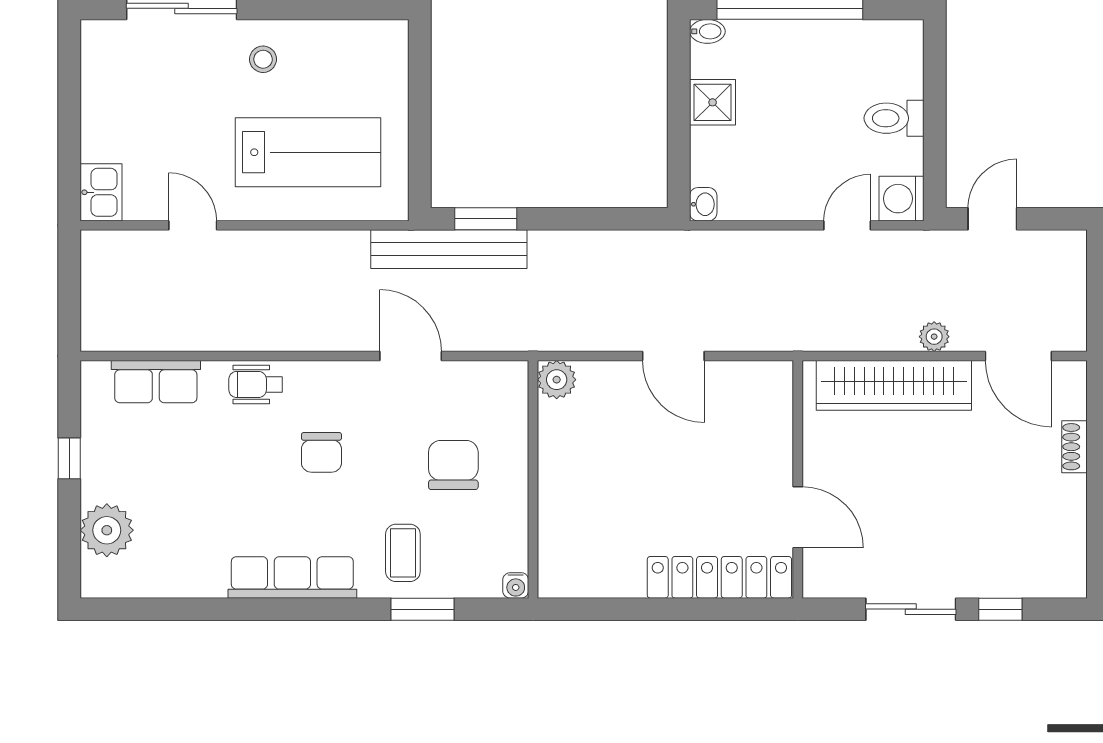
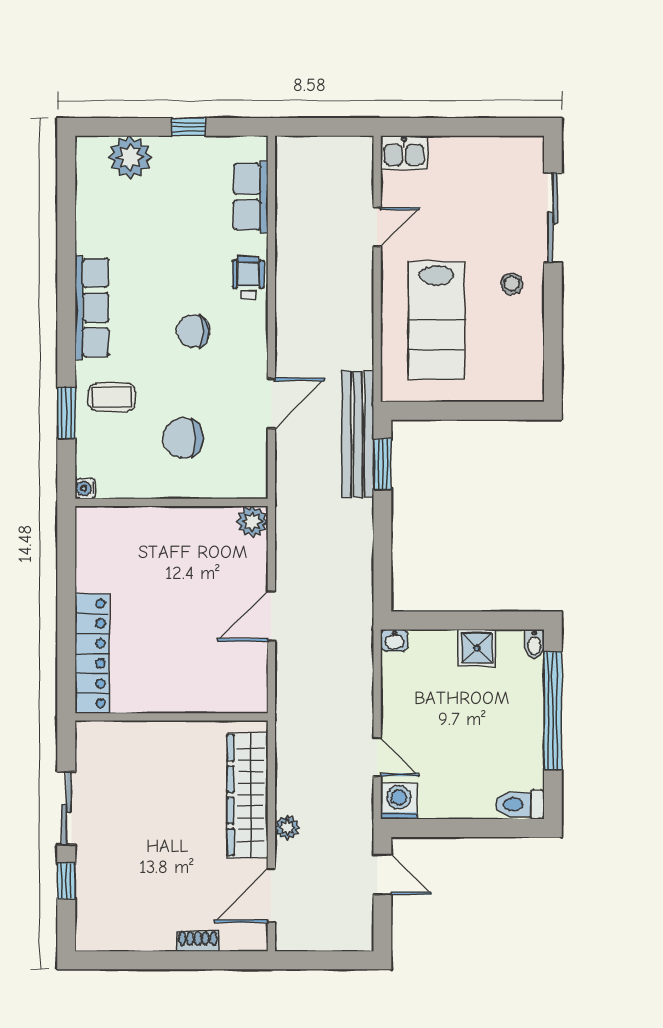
toilet: (894, 118) -> (520, 804), moved, turned -90
chair: (453, 465) -> (183, 438), turned 180
door: (798, 517) -> (141, 717), removed

